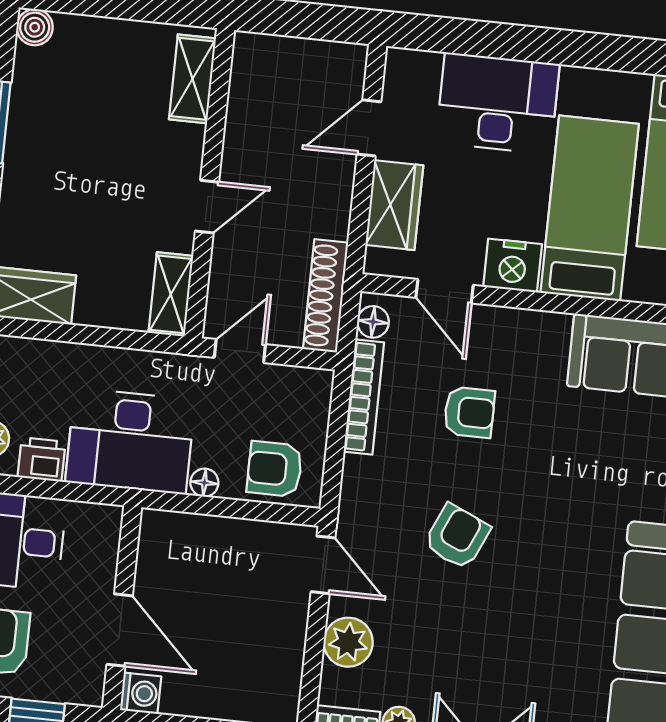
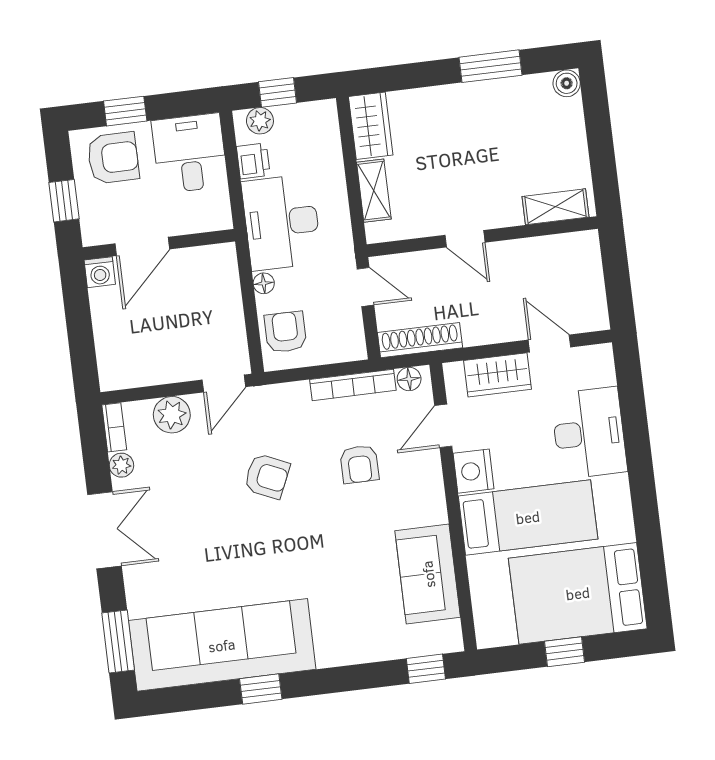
shelving: (171, 294) -> (374, 191), moved, turned 90

